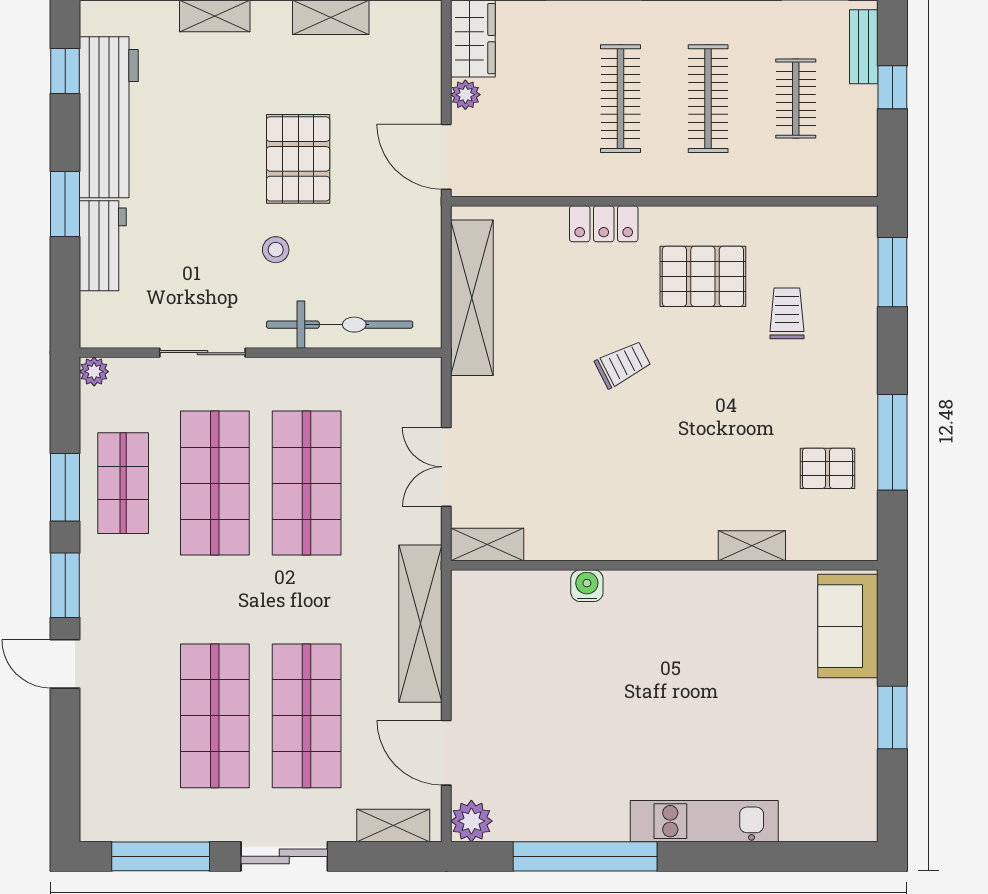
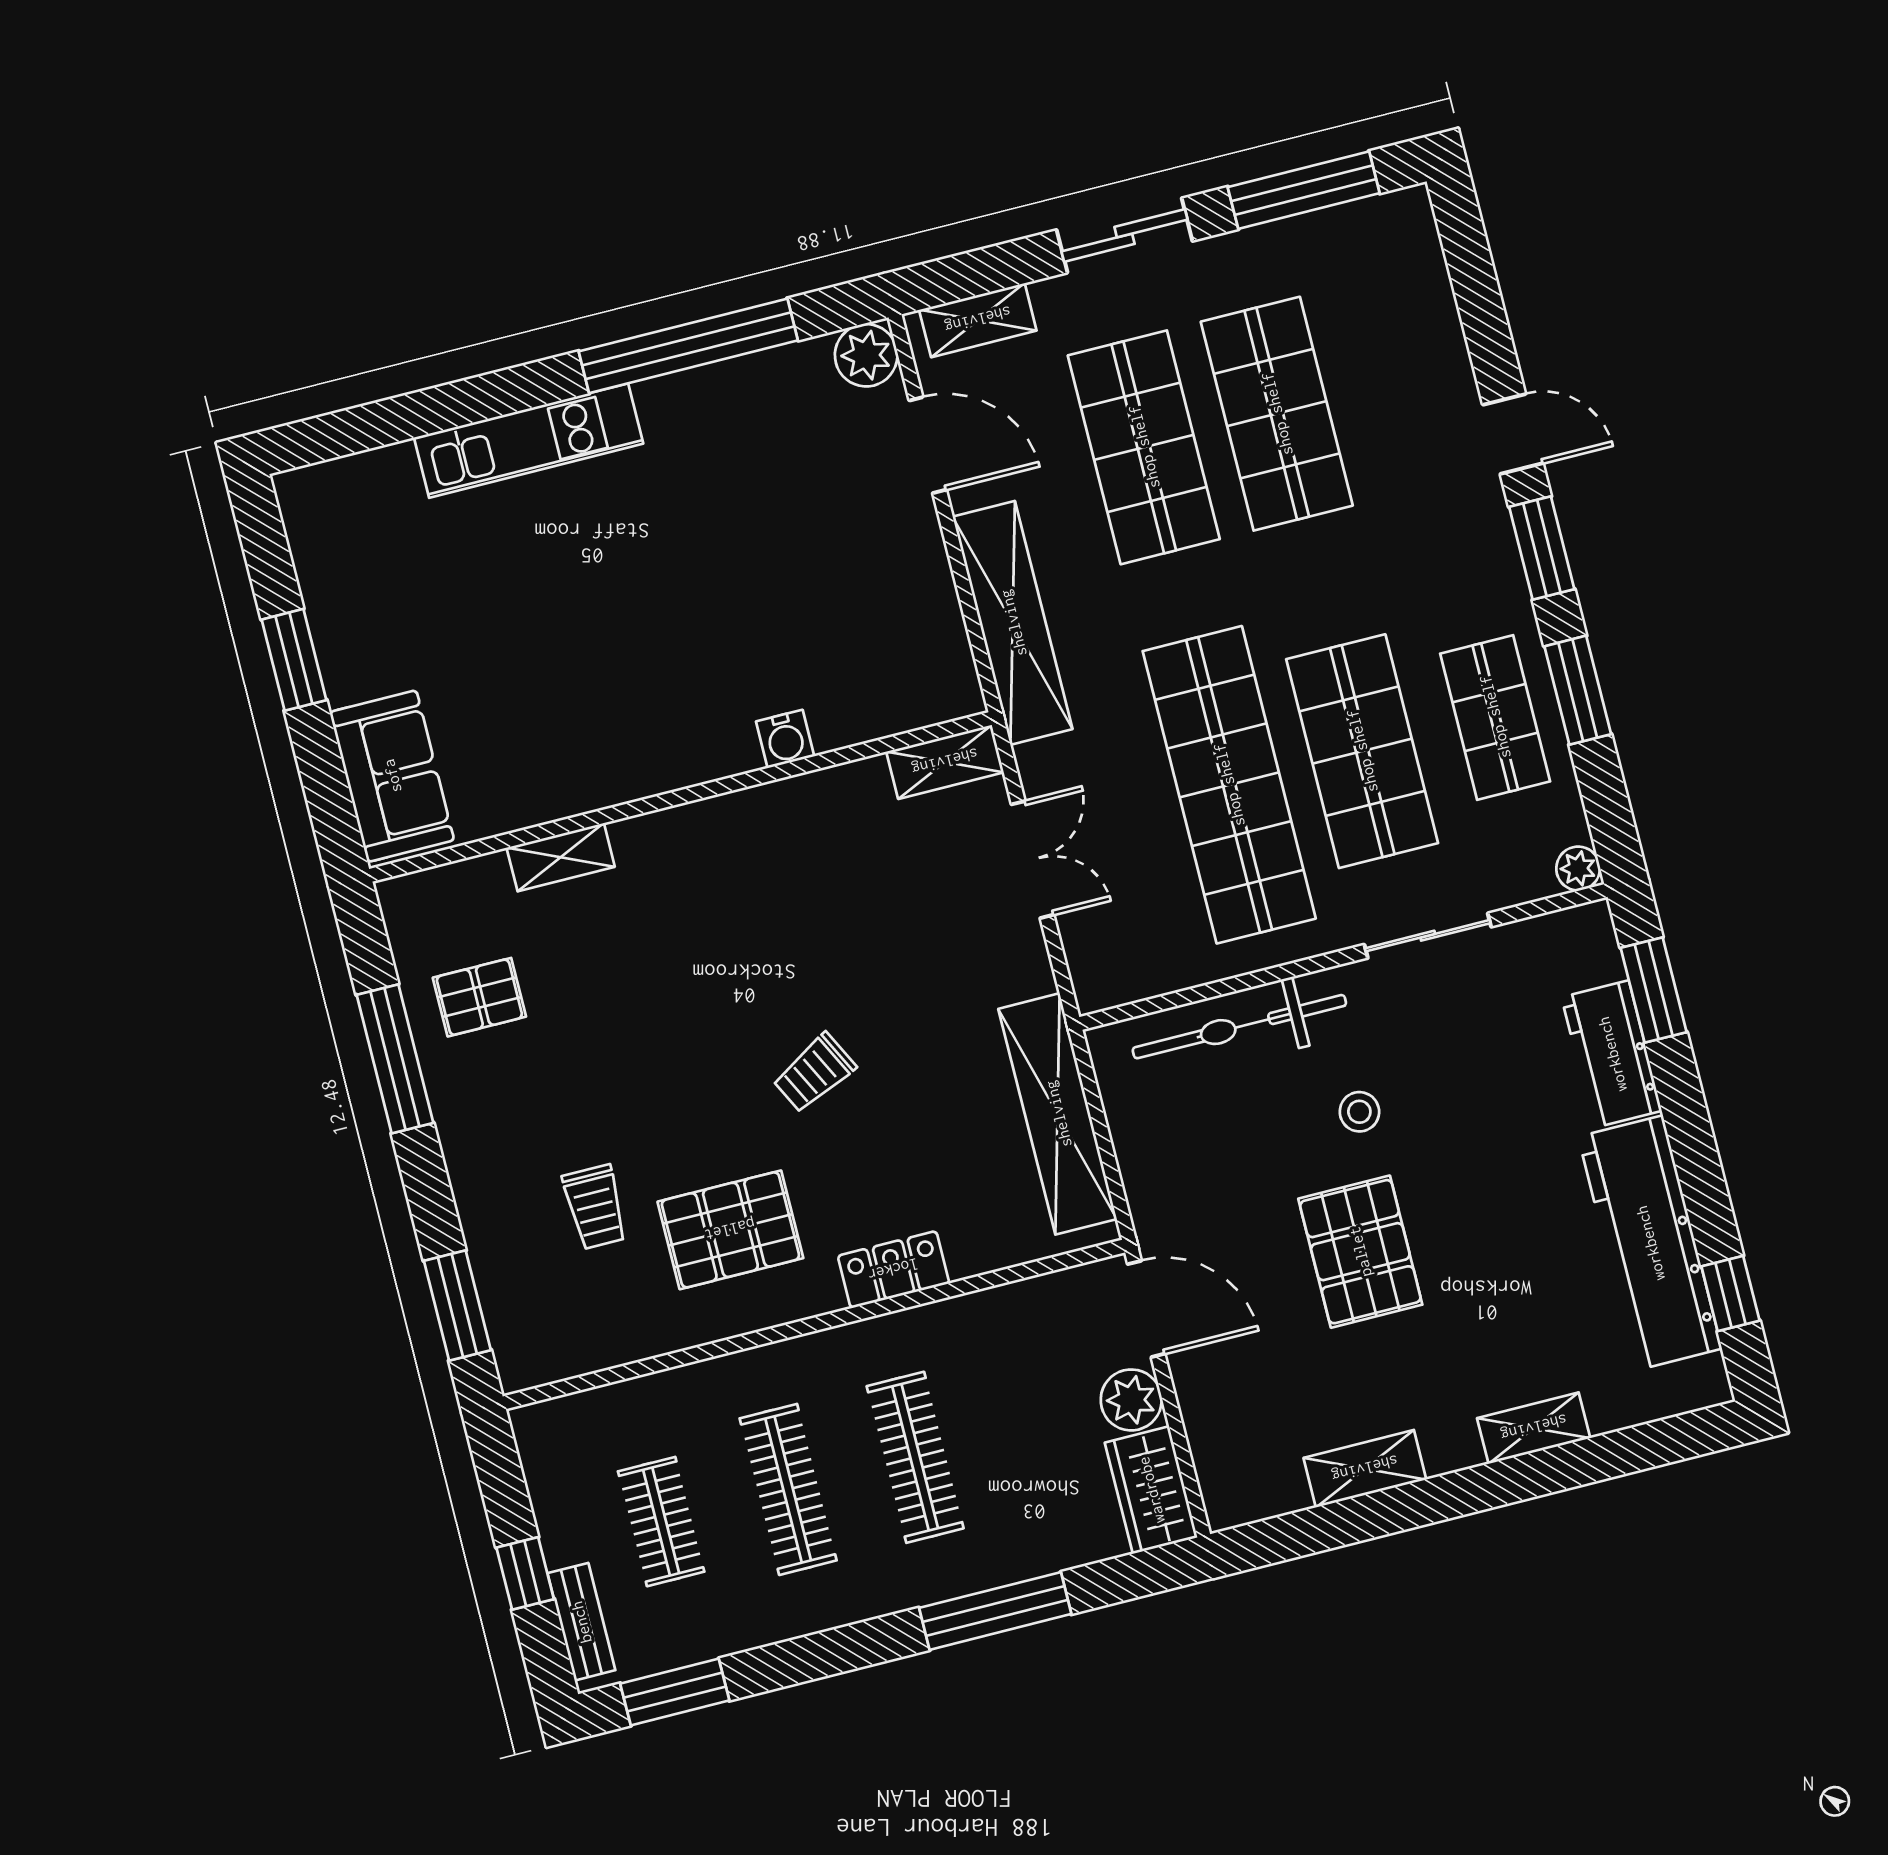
plant: (465, 95) -> (1131, 1400), width x1.38, depth x1.38
window: (65, 204) -> (1654, 990), moved
shop shelf: (307, 483) -> (1229, 785), width x1.40

